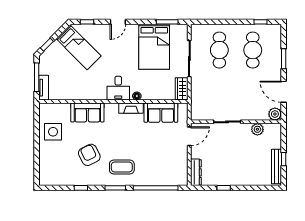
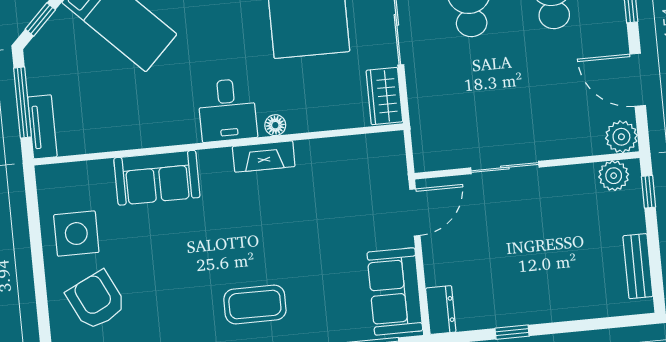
sofa: (161, 113) -> (395, 291), moved, turned 90
plant: (257, 129) -> (614, 176), moved
armchair: (89, 155) -> (96, 300), moved
window: (284, 159) -> (648, 192), moved
bench: (277, 166) -> (638, 266), width x0.73
dresser: (196, 172) -> (441, 310), width x0.70

